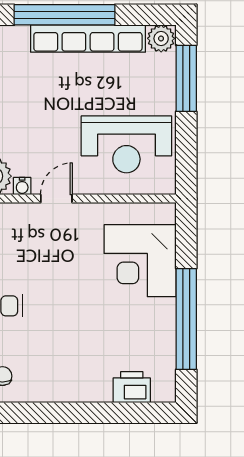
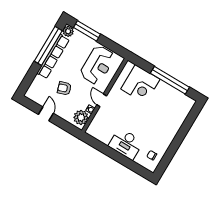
window: (65, 15) -> (48, 46), moved
armchair: (34, 103) -> (64, 88), added
printer: (132, 387) -> (182, 113), removed

